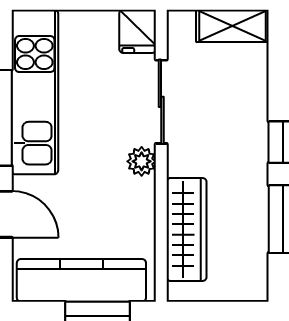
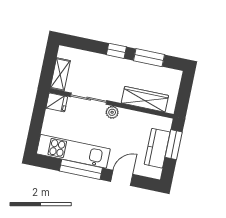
shelving: (232, 26) -> (60, 74), moved
kitchen counter: (81, 280) -> (157, 148), width x0.67

